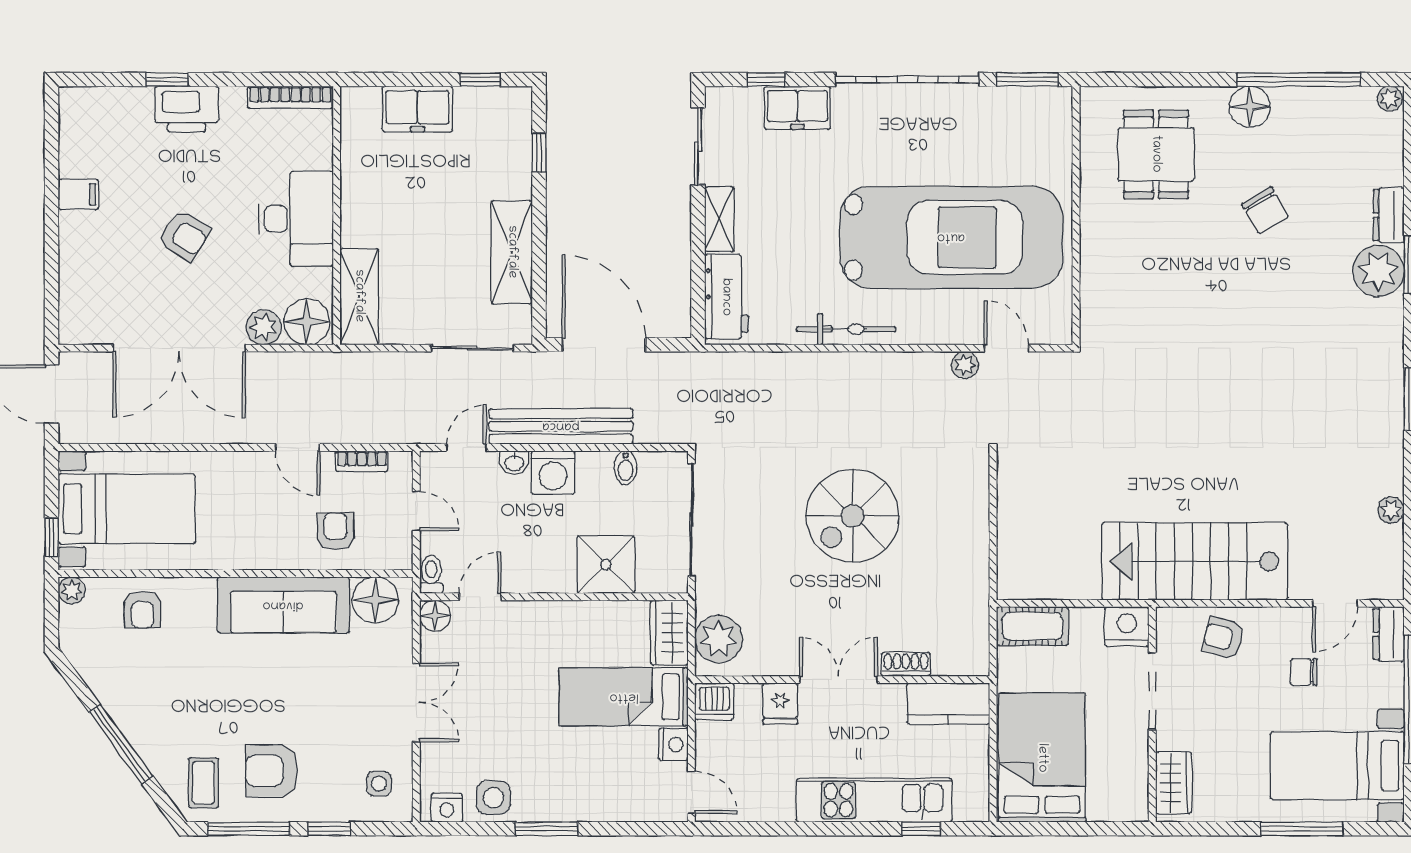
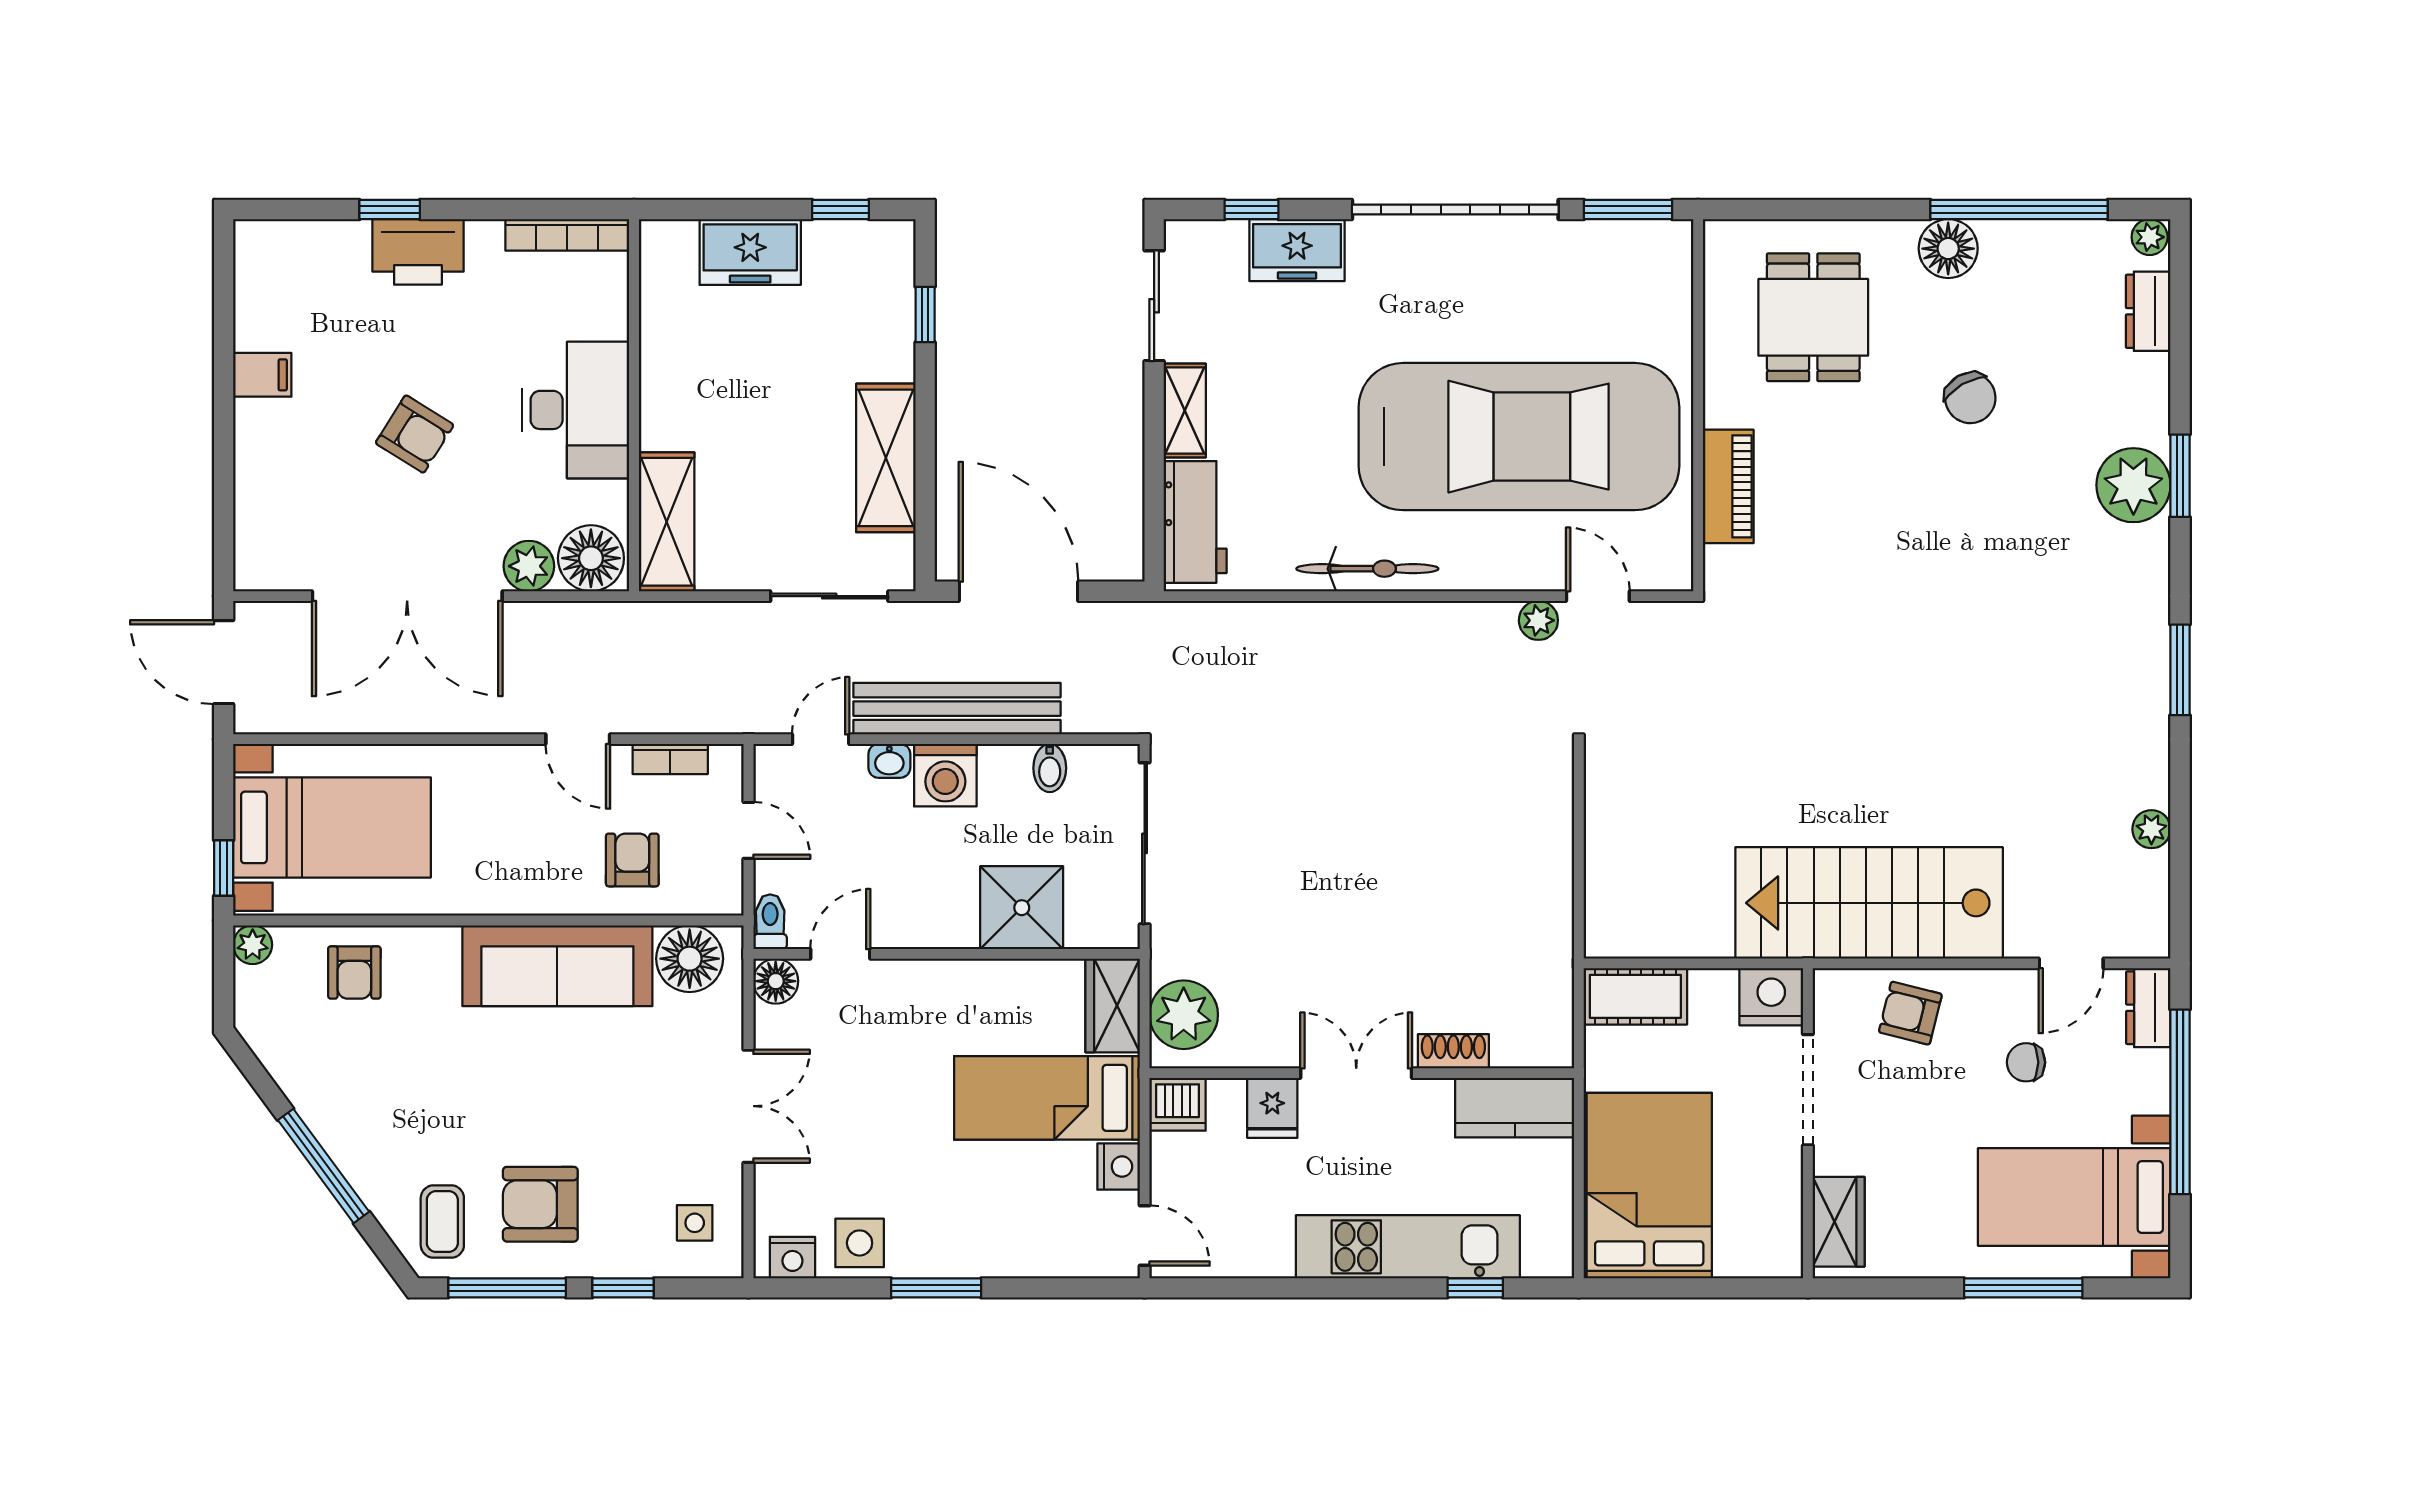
dresser: (1389, 215) -> (2148, 311), moved
piano: (1097, 272) -> (1728, 486), added
spiral stairs: (853, 516) -> (1377, 837), removed

